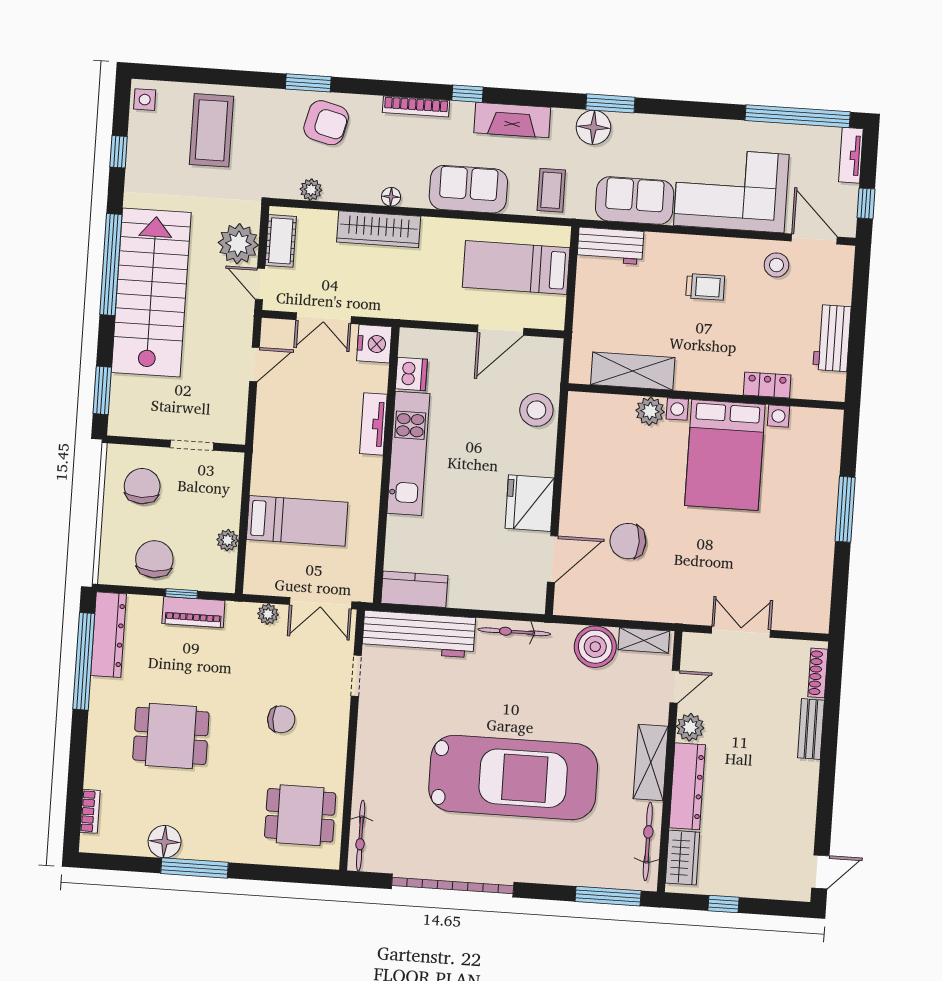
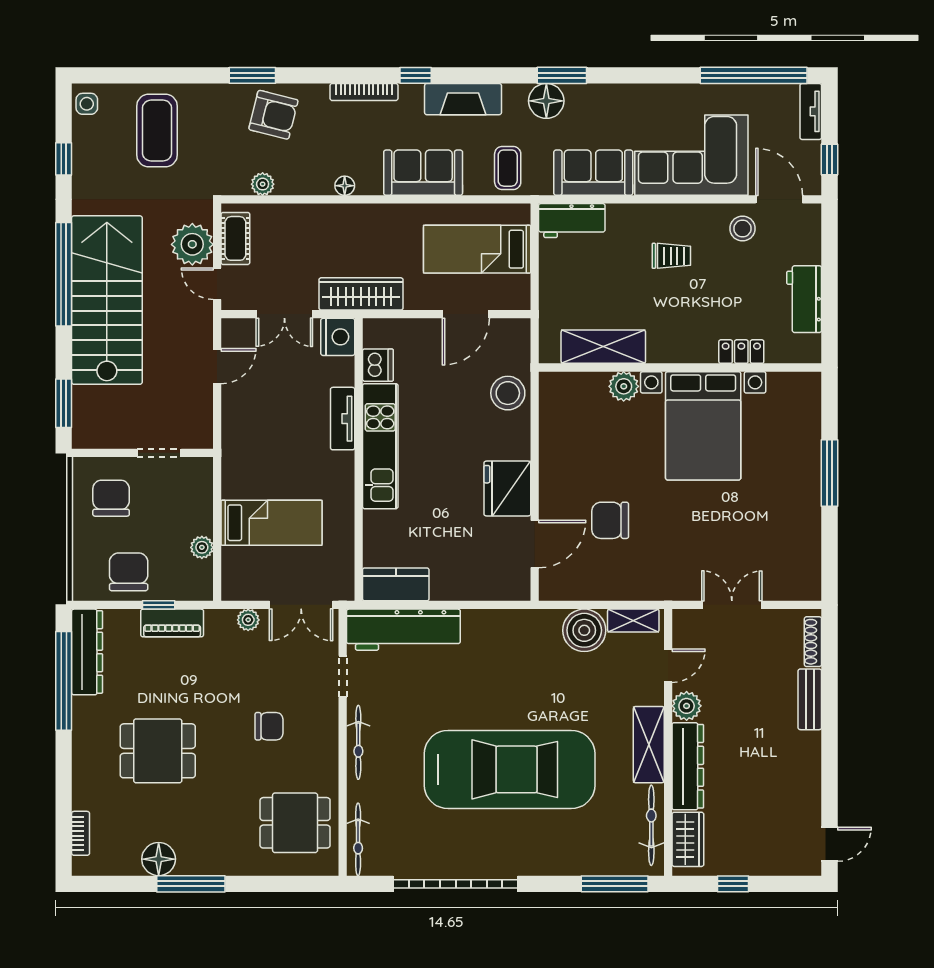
wardrobe: (379, 229) -> (361, 294), moved, turned 180
bicycle: (514, 632) -> (358, 742), moved, turned -90

